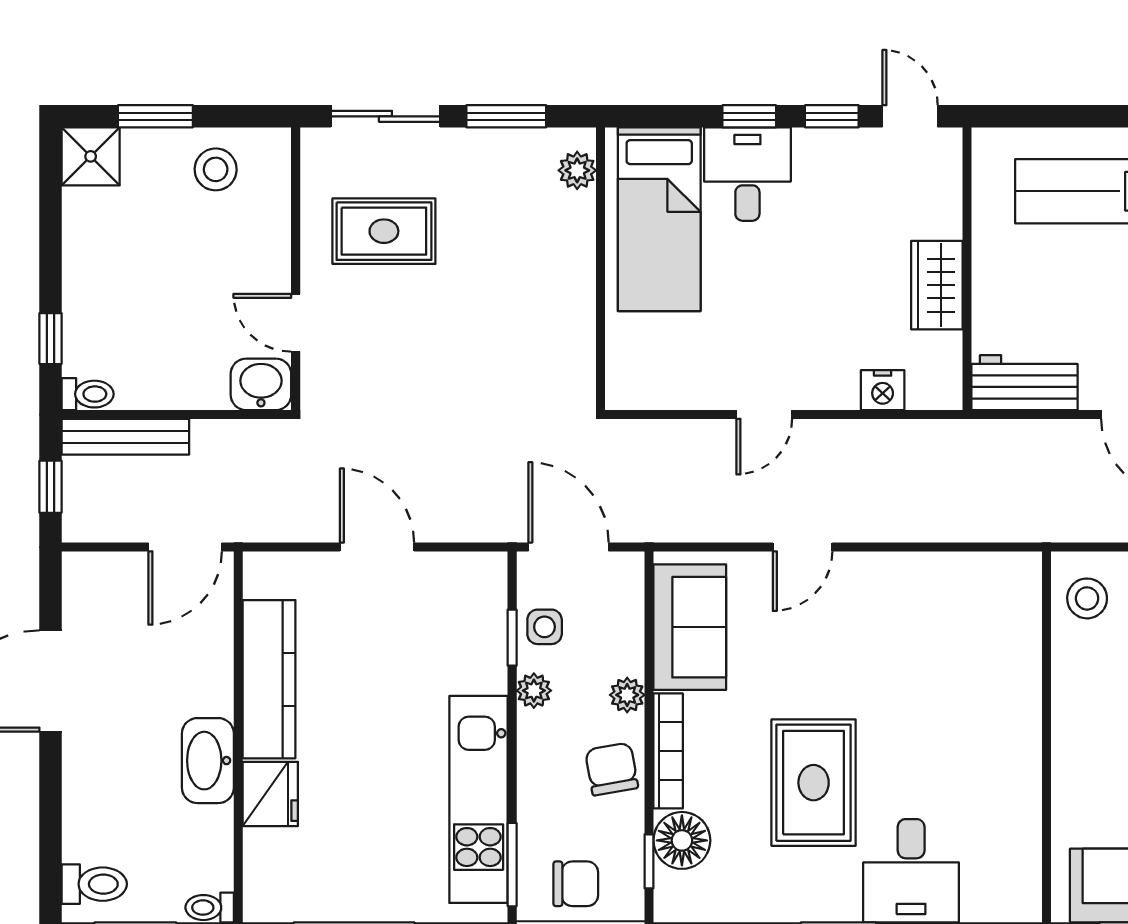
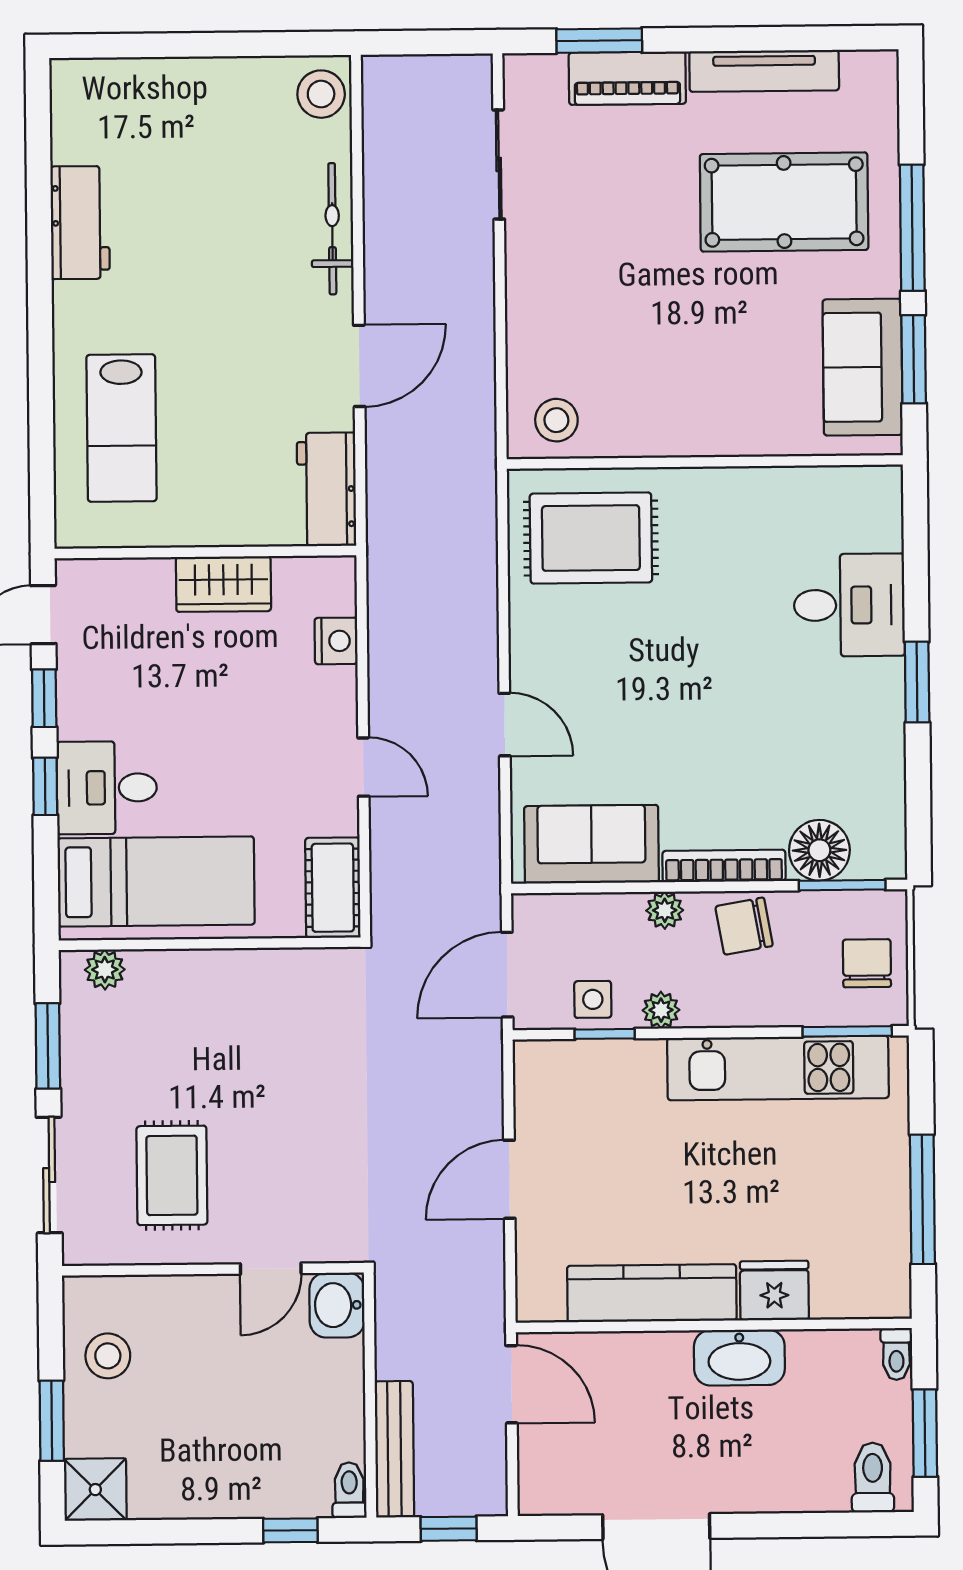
cot: (652, 385) -> (333, 888), added
rug: (814, 783) -> (591, 538), moved
window: (649, 861) -> (842, 885), width x1.50

